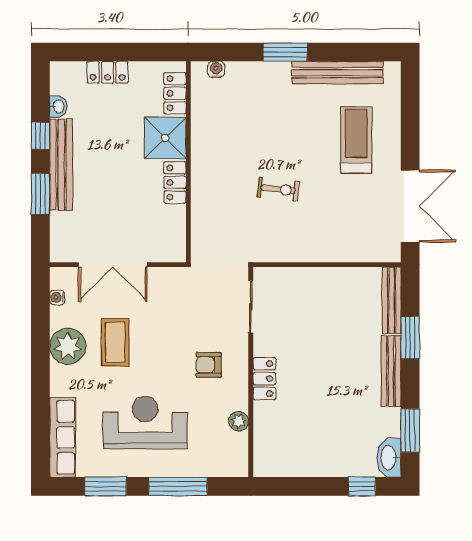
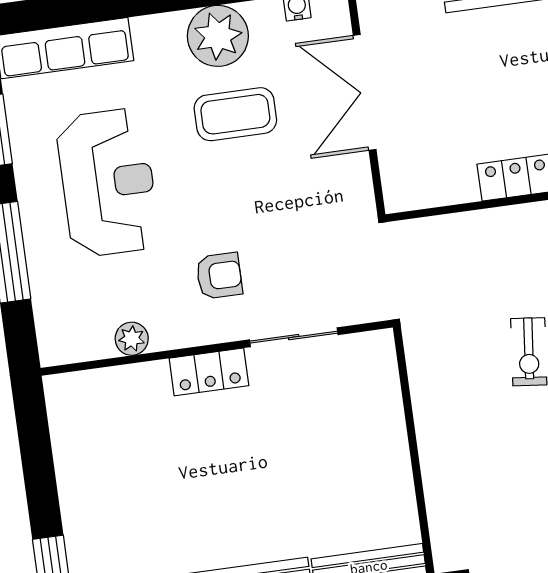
sliding door: (251, 307) -> (294, 337), moved
armchair: (209, 365) -> (219, 276), turned 90

